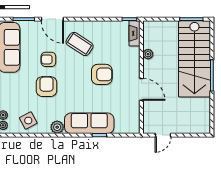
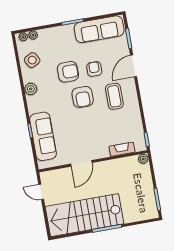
fireplace: (135, 33) -> (122, 149), moved
coffee table: (80, 44) -> (114, 96), turned -33
plant: (148, 54) -> (143, 159), moved
stairs: (194, 59) -> (85, 215), moved
armchair: (102, 74) -> (83, 97), moved
sofa: (89, 123) -> (43, 136), moved

